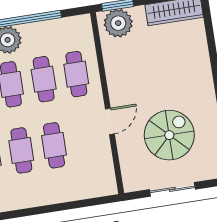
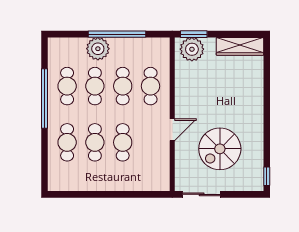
spiral stairs: (169, 135) -> (220, 149), turned 180
sliding door: (172, 189) -> (202, 194), moved

